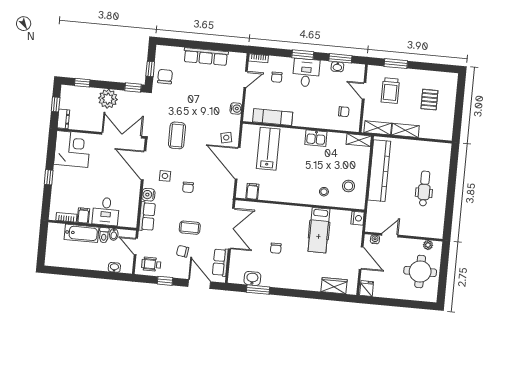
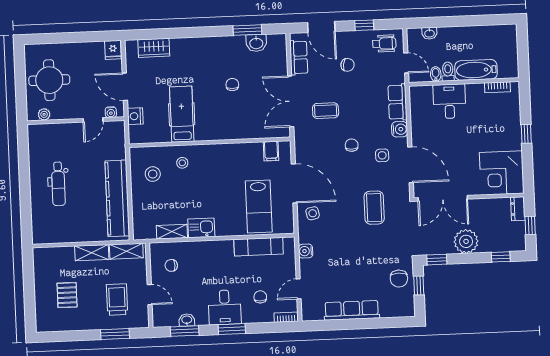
shelving: (359, 140) -> (172, 232), moved
filing cabinet: (83, 216) -> (477, 92), removed
nightstand: (358, 218) -> (135, 116), moved
coffee table: (190, 228) -> (326, 111), moved

